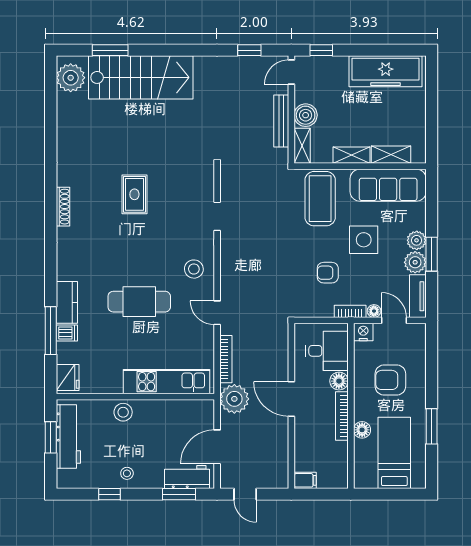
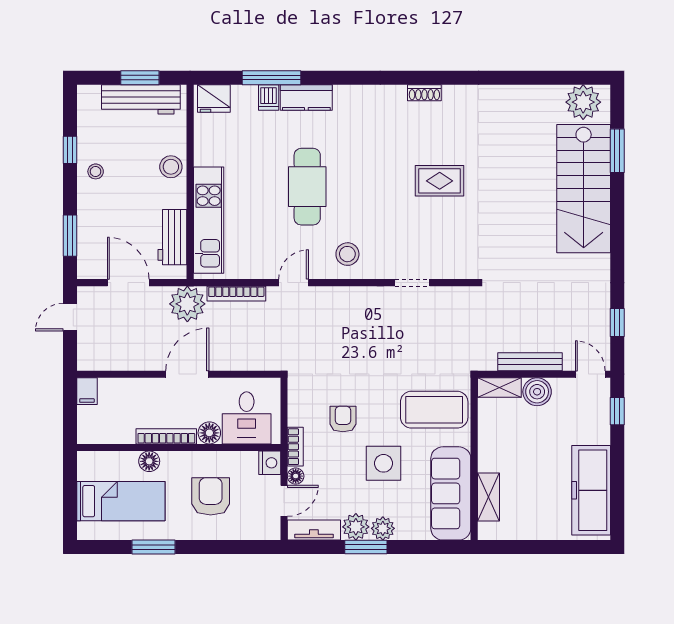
shelving: (352, 155) -> (488, 448), removed
shoe rack: (63, 207) -> (424, 93), width x0.70
workbench: (187, 477) -> (172, 237), moved, turned 180

